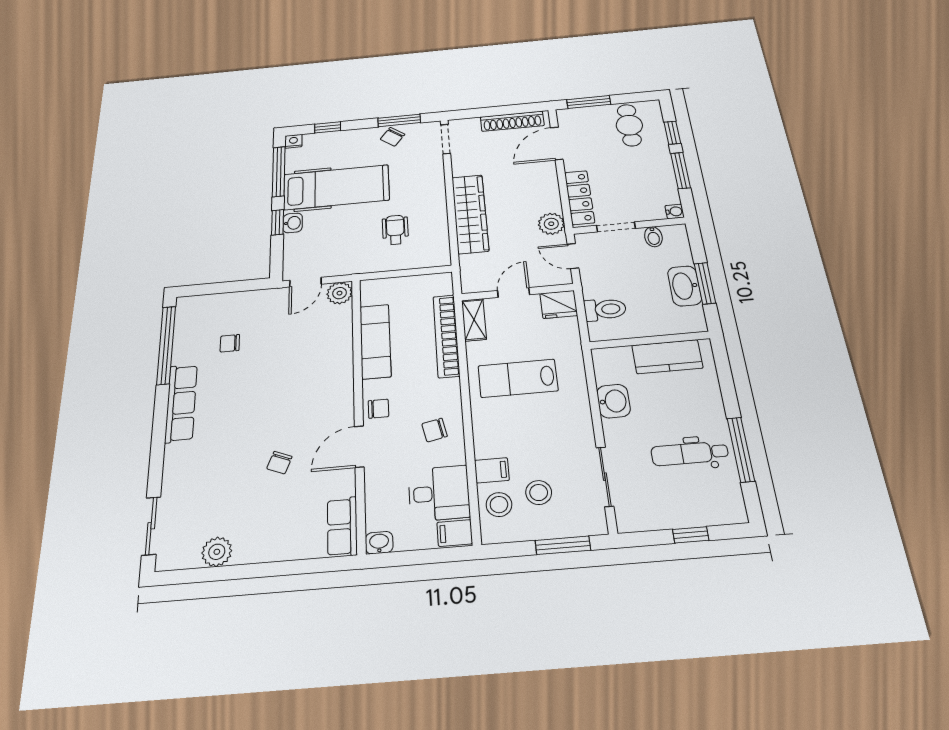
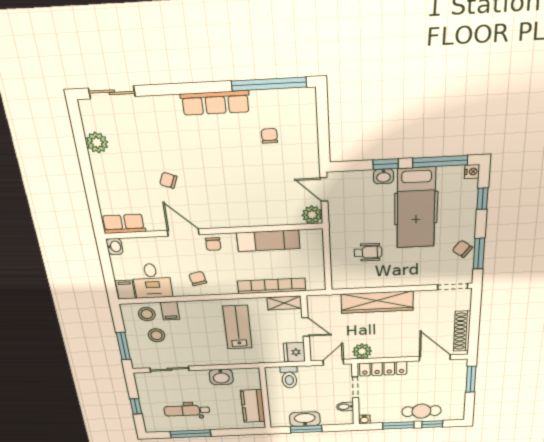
cafe table: (629, 125) -> (421, 411), moved
dental chair: (690, 453) -> (187, 411), turned -90

